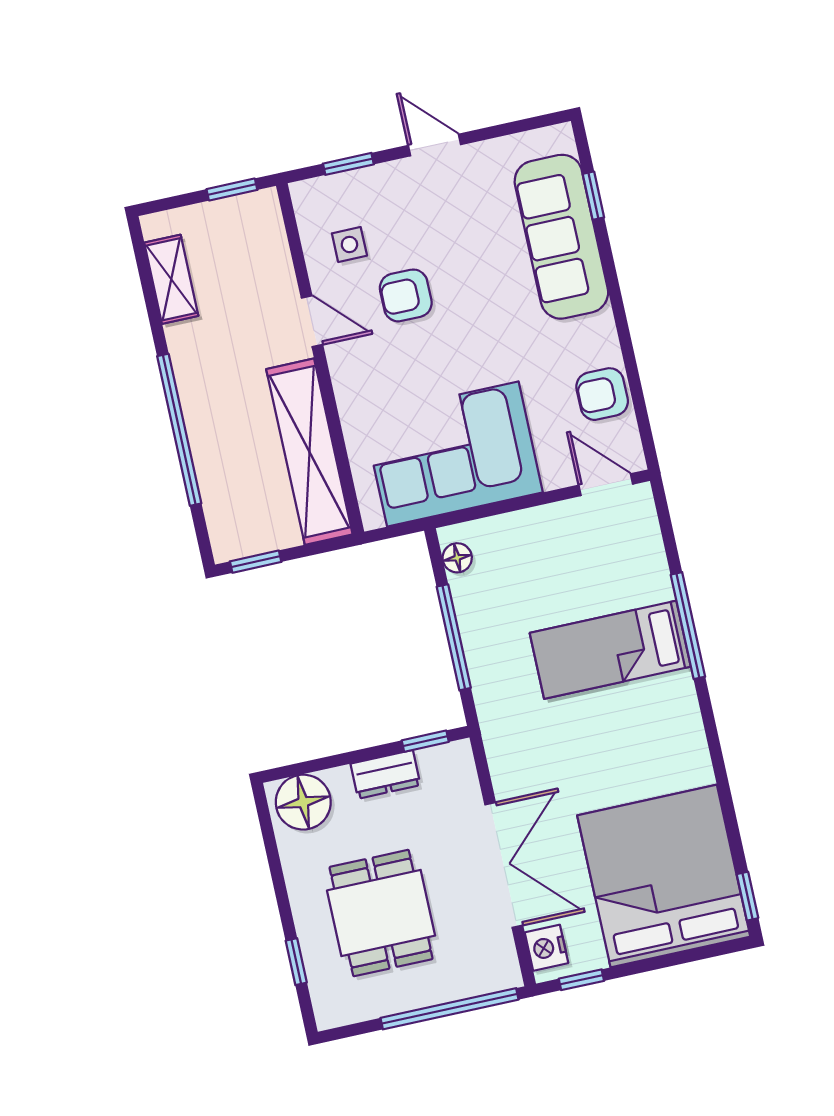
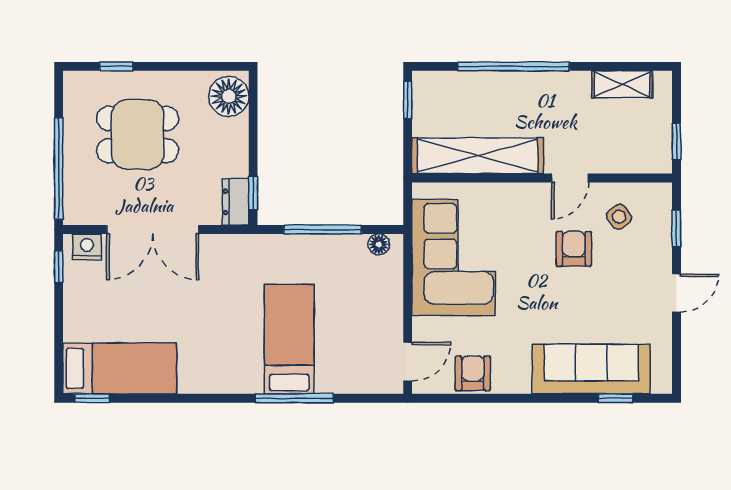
side table: (349, 245) -> (619, 217), turned -36
dresser: (385, 774) -> (236, 202), moved
bed: (664, 876) -> (120, 368), width x0.49

